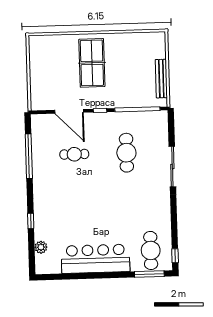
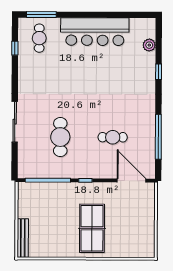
bench: (161, 79) -> (23, 238), moved
door: (69, 111) -> (131, 181), moved
cafe table: (151, 250) -> (39, 38), width x0.73, depth x0.74
window: (175, 256) -> (15, 48), moved

